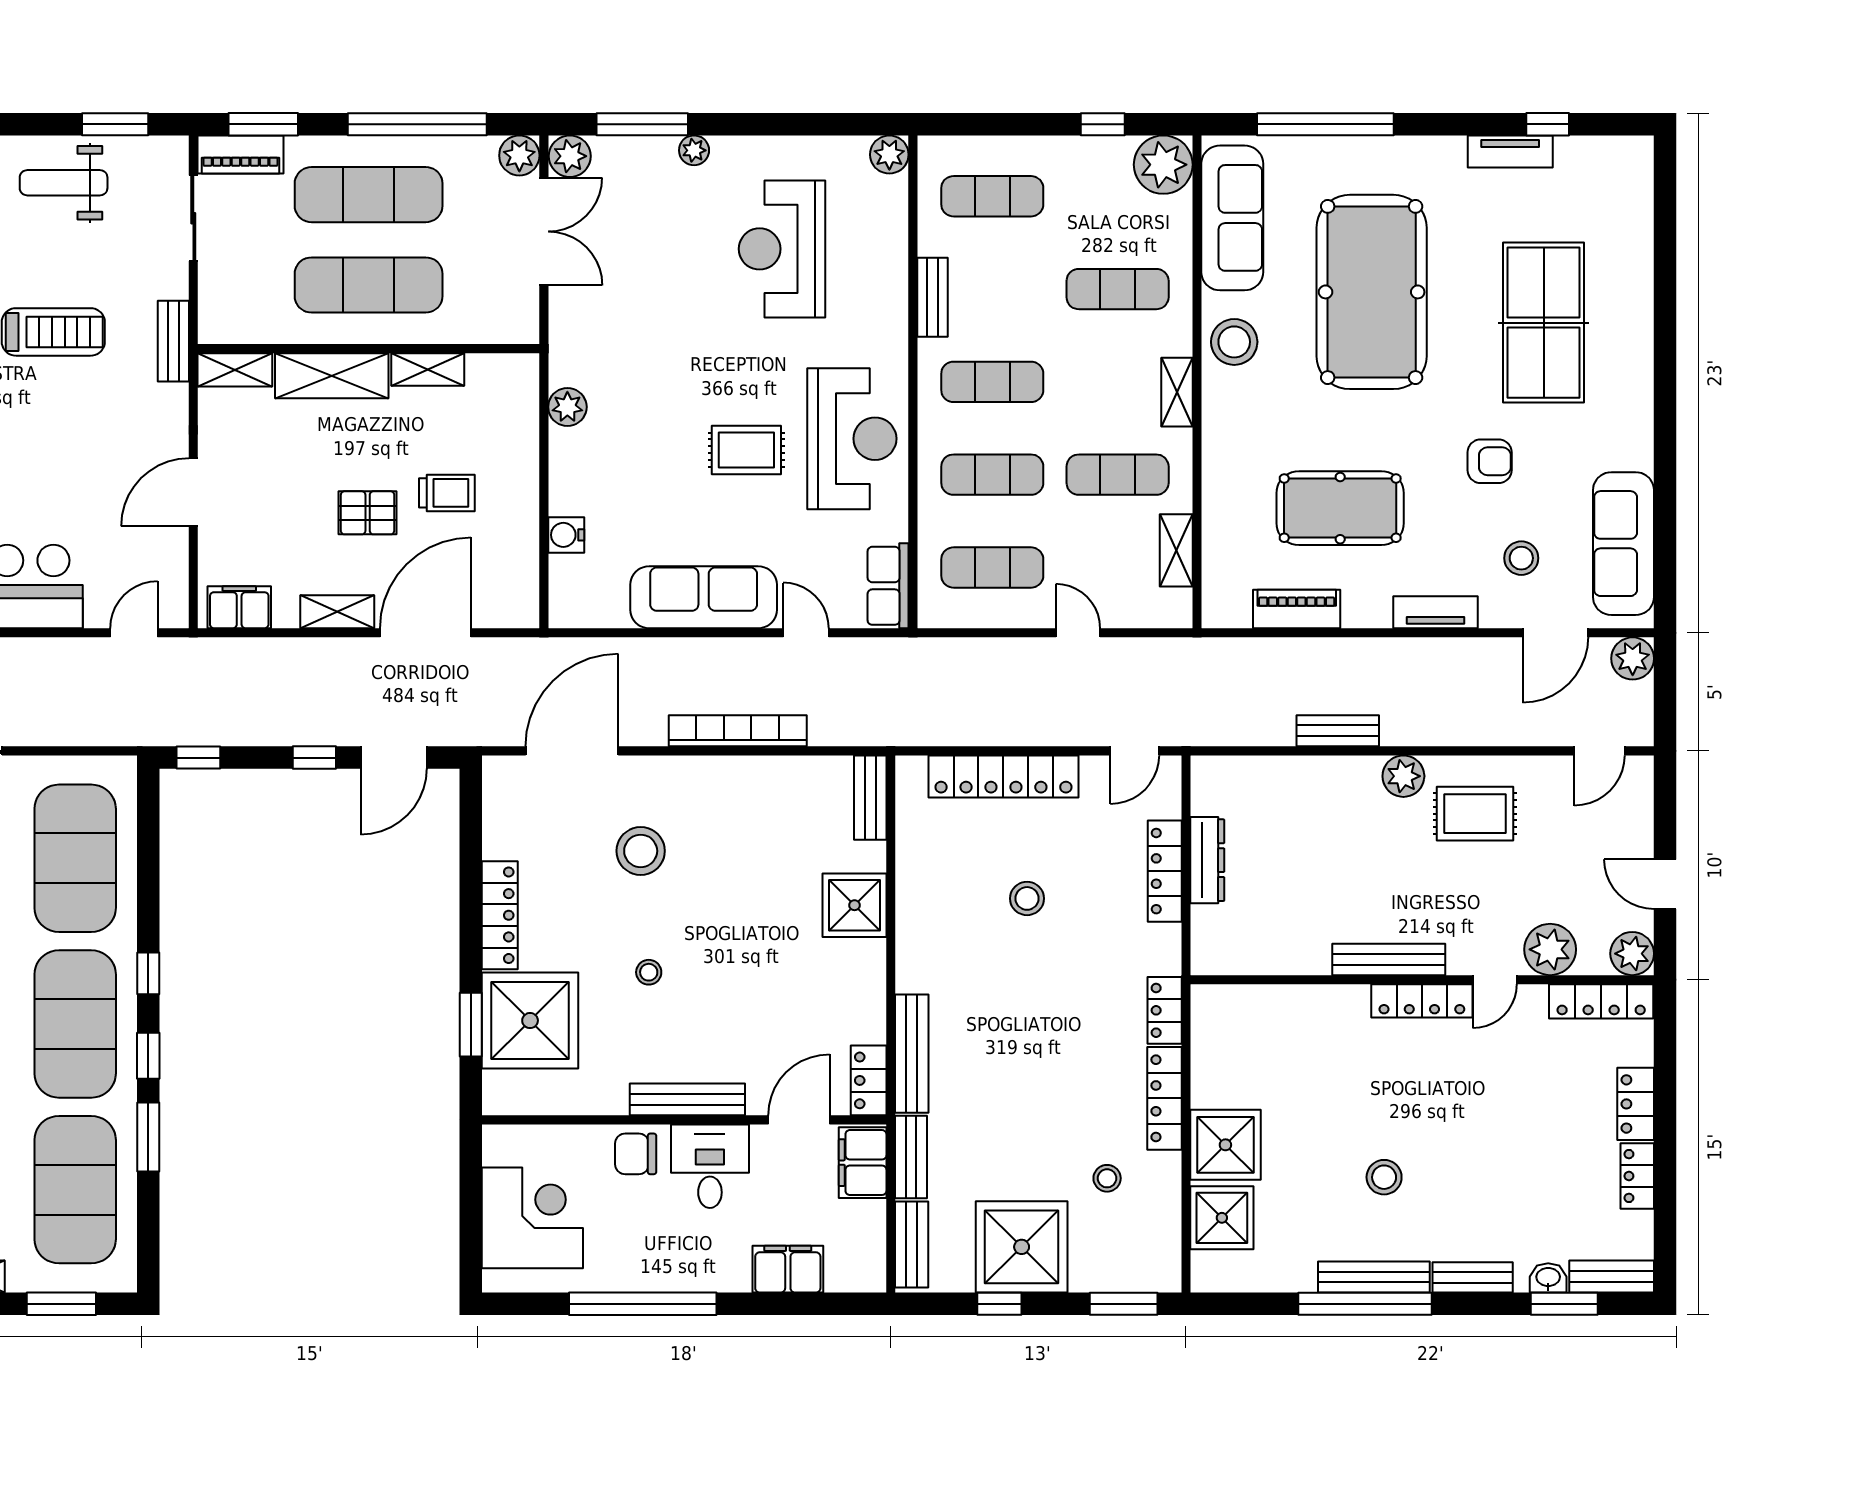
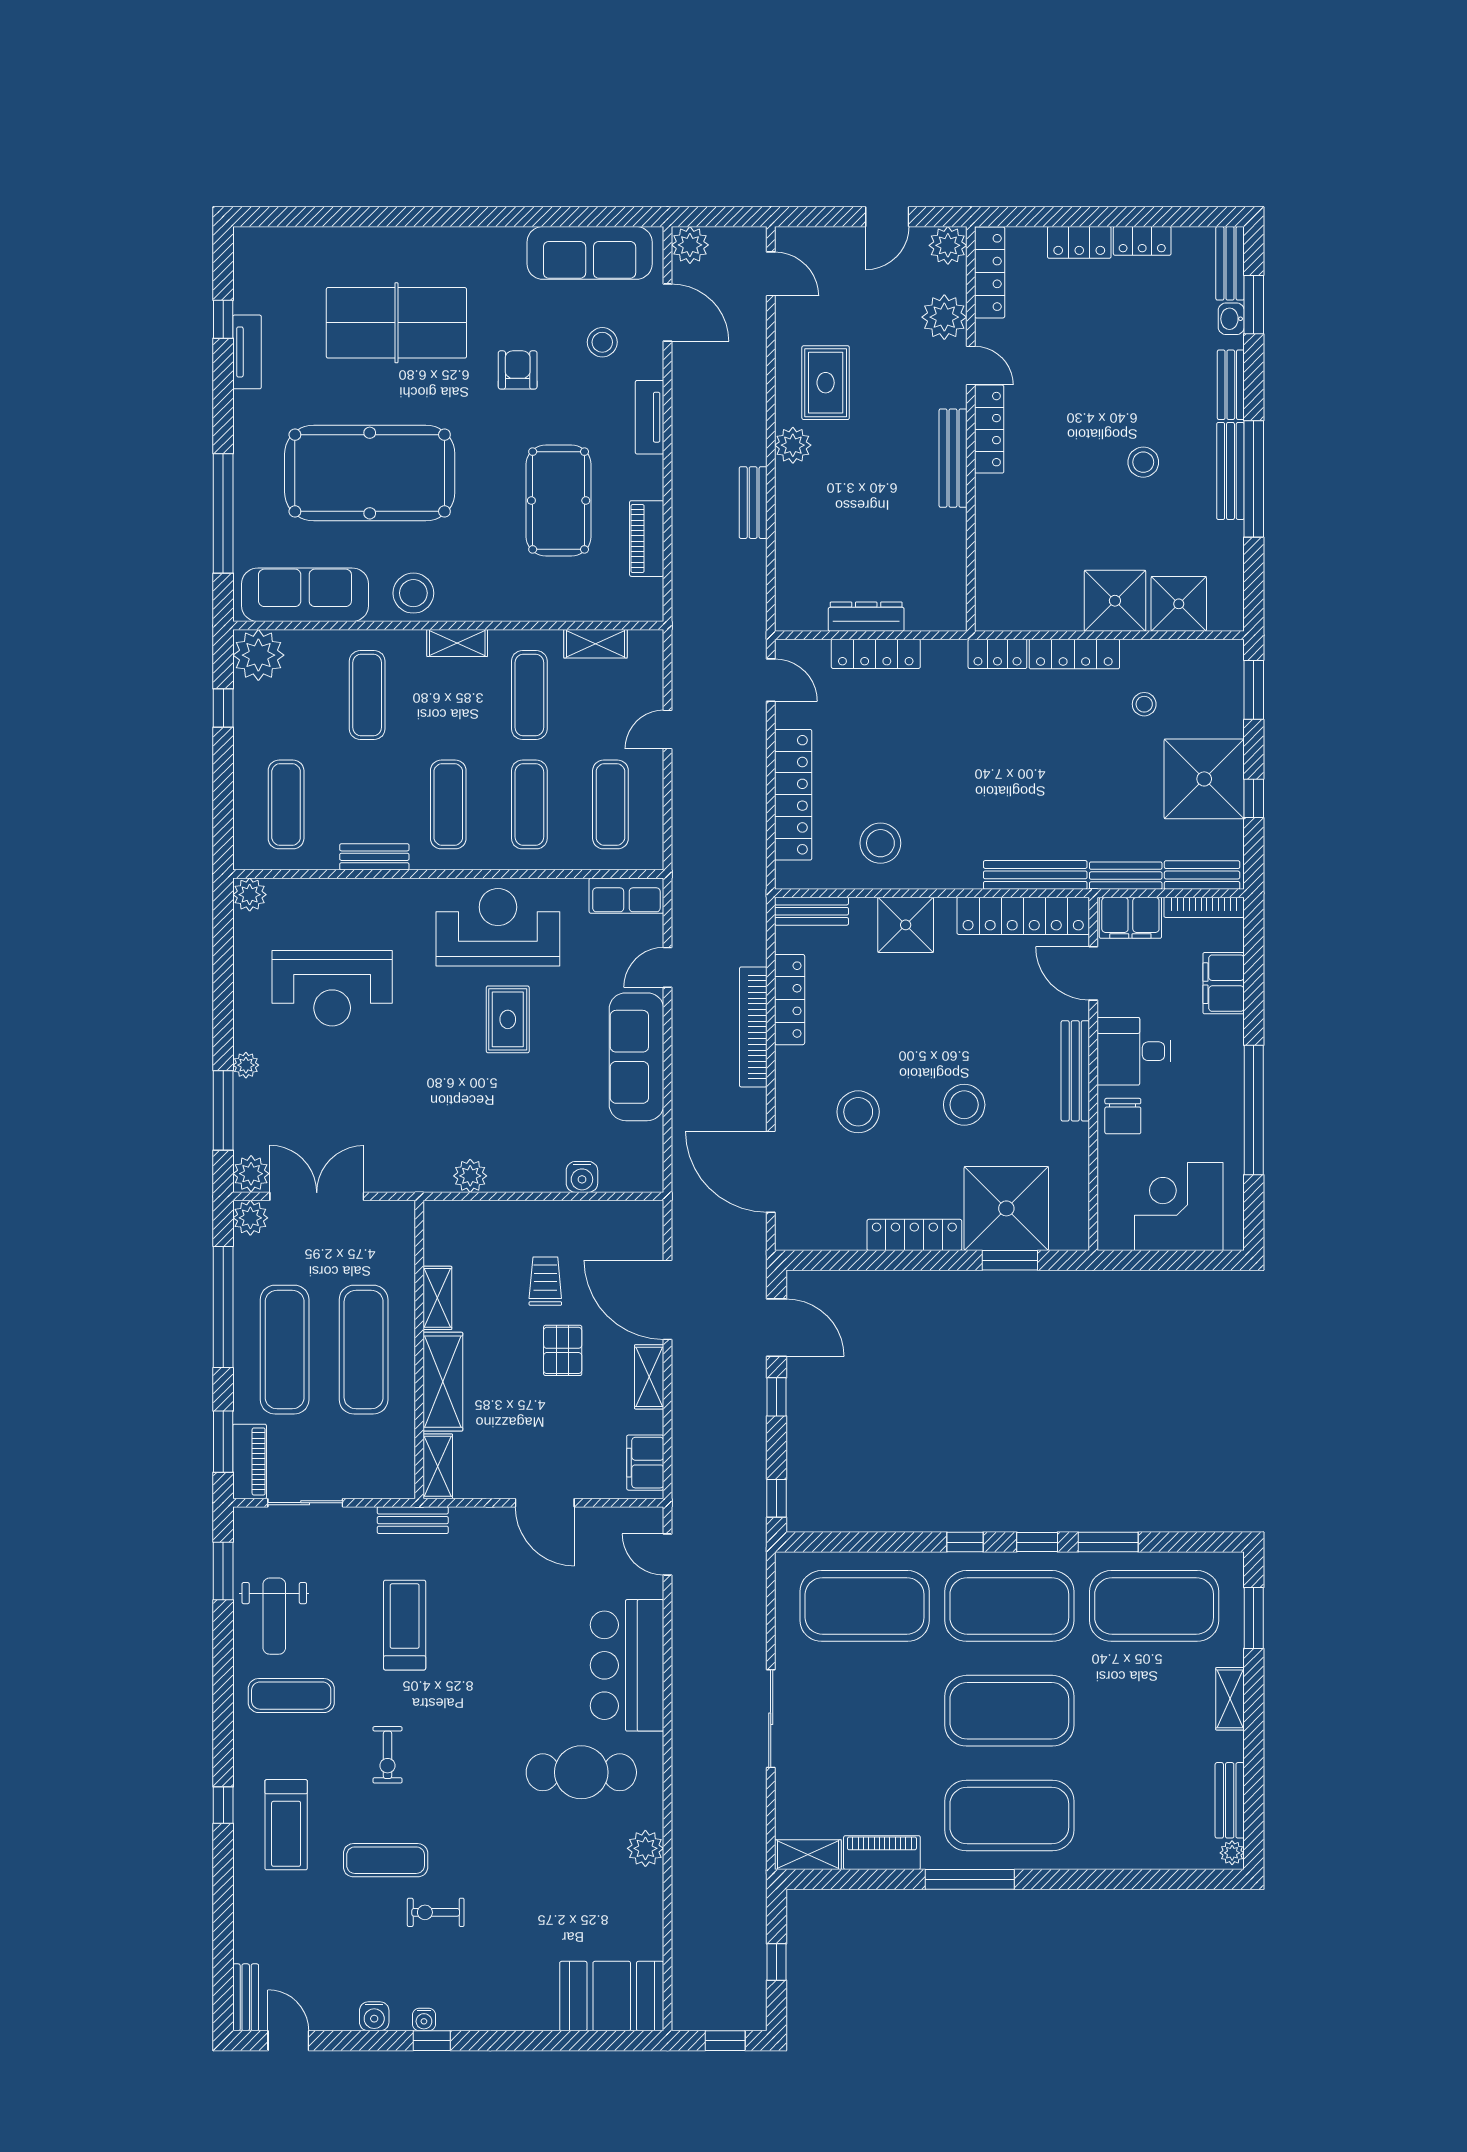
locker: (769, 772) -> (790, 1000), added
stool: (1027, 898) -> (880, 843), moved, width x1.38, depth x1.38
stool: (649, 972) -> (964, 1105), width x1.89, depth x1.89
locker: (869, 1080) -> (1023, 916), width x2.16, depth x1.21
bookcase: (875, 1247) -> (1204, 907), added

